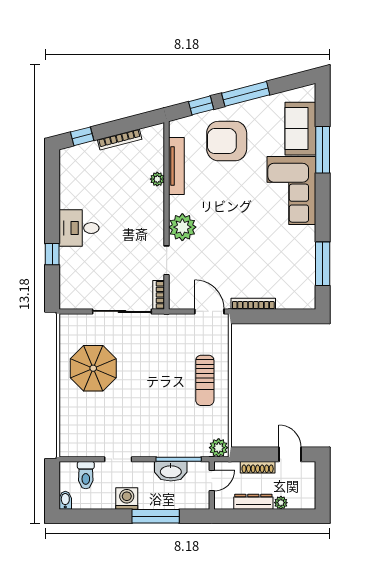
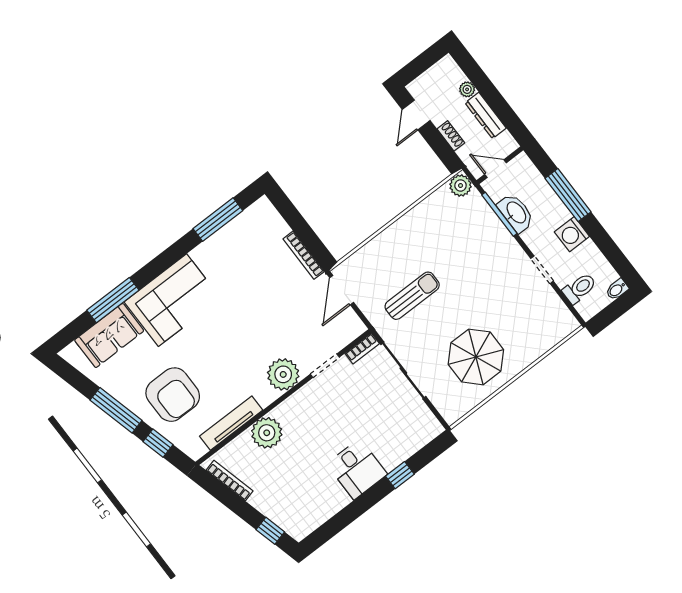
bookcase: (120, 139) -> (230, 481), moved
plant: (157, 179) -> (267, 433), width x1.87, depth x1.87
sun lounger: (205, 380) -> (412, 296), moved
shoe rack: (258, 467) -> (451, 136), width x0.70

